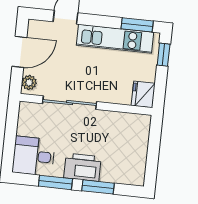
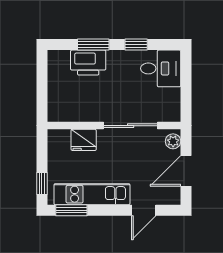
fridge: (143, 94) -> (84, 140), moved, turned 90
printer: (82, 167) -> (88, 63), moved
window: (55, 182) -> (136, 45), width x0.67

